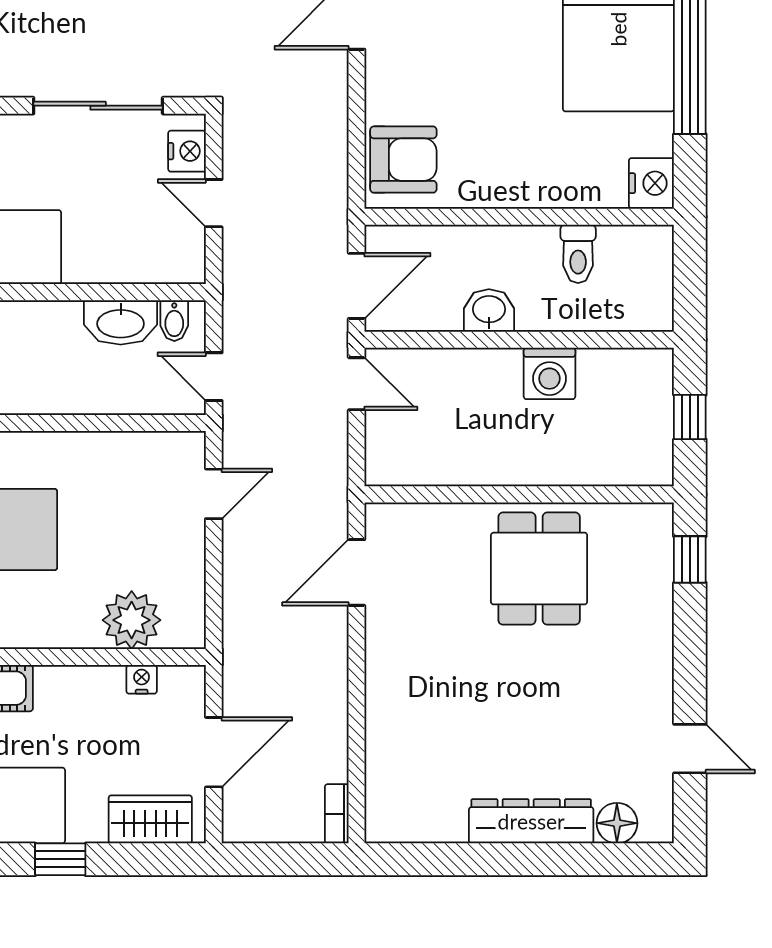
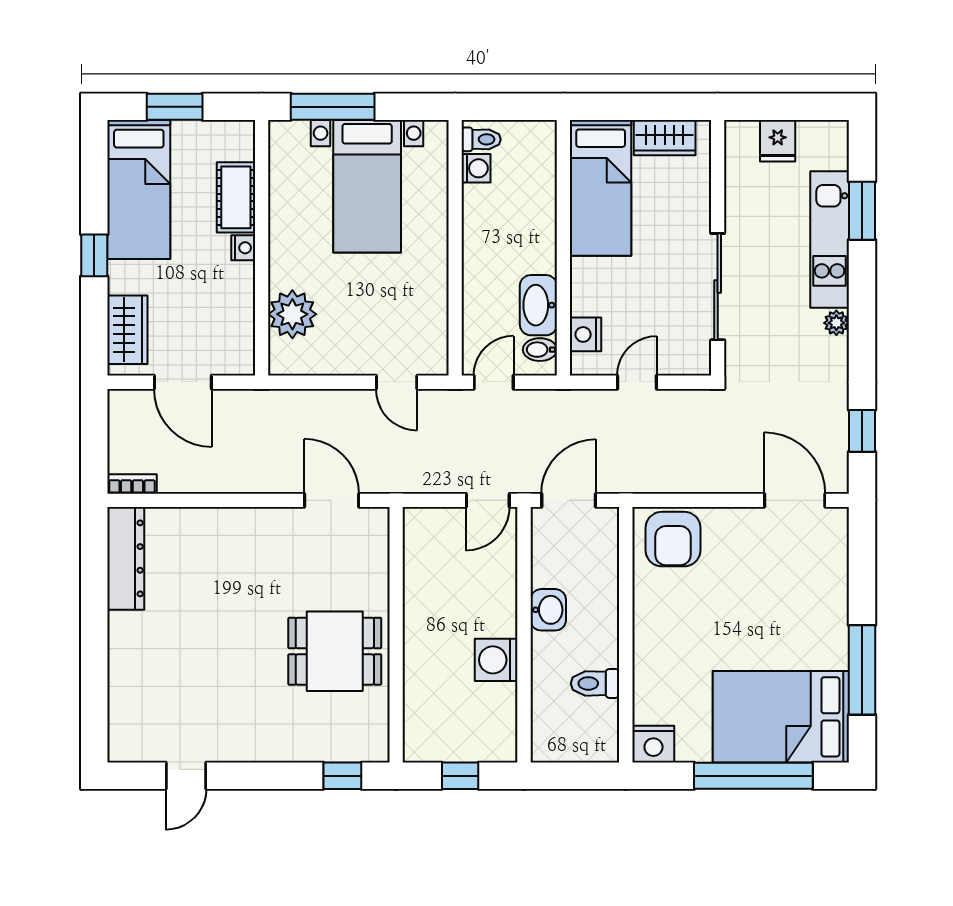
nightstand: (187, 151) -> (586, 334), moved, turned 90
door: (357, 286) -> (569, 500), swing flipped
nightstand: (142, 679) -> (243, 248), moved
dresser: (531, 821) -> (126, 558), moved
floor lamp: (617, 823) -> (124, 716), removed

